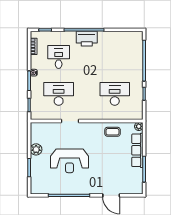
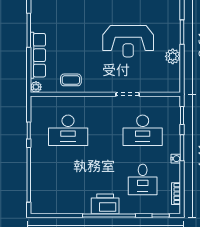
reception desk: (70, 161) -> (128, 41), turned 180

